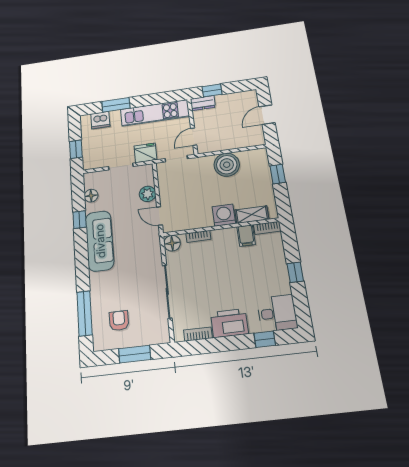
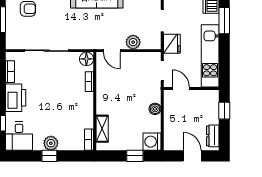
dresser: (203, 103) -> (213, 136), moved
boiler: (227, 165) -> (155, 109), width x0.54, depth x0.54
washing machine: (224, 215) -> (152, 142), moved, turned 180
door: (160, 216) -> (112, 51), swing flipped
filing cabinet: (246, 236) -> (85, 121), removed
plant: (279, 272) -> (51, 143), added

